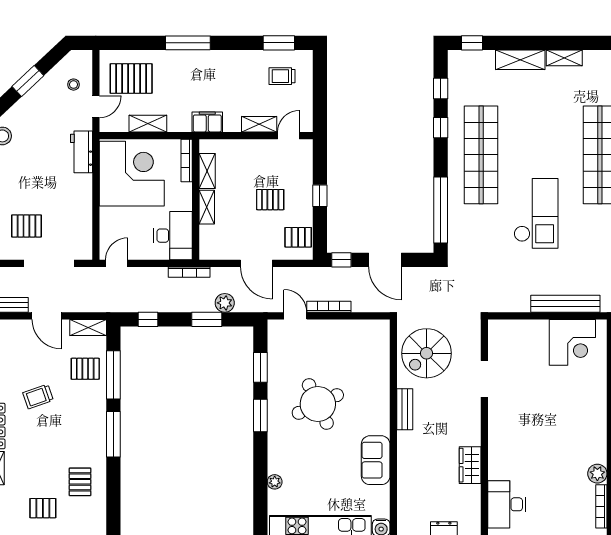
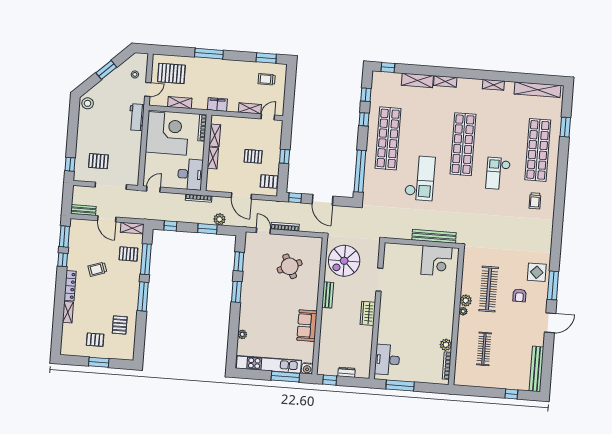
round table: (318, 404) -> (290, 266), moved, width x0.73, depth x0.73
wardrobe: (470, 465) -> (368, 313), moved

